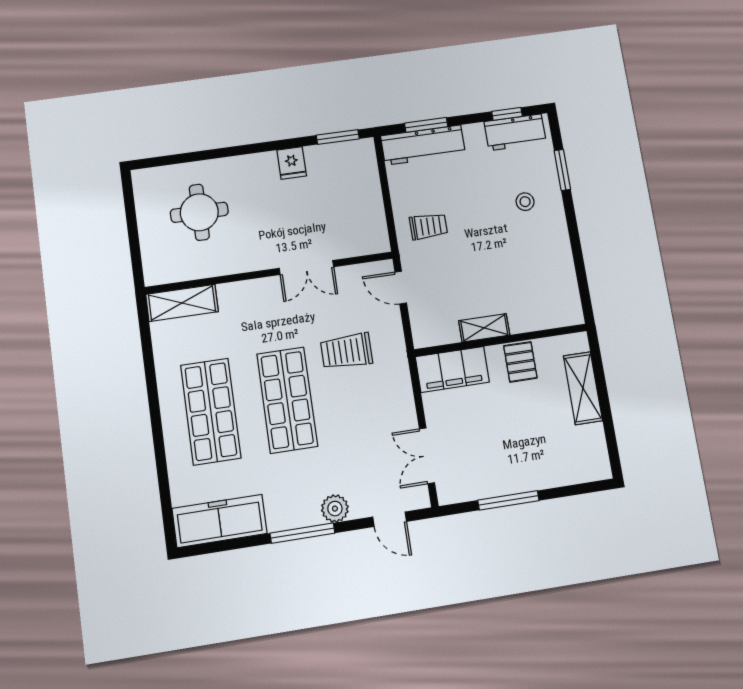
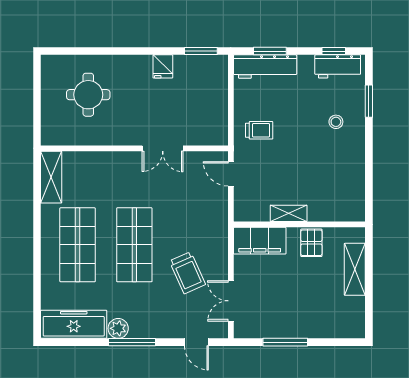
shelving: (182, 303) -> (51, 177), moved, turned 90
trolley: (346, 351) -> (187, 273), moved, turned -114
plant: (335, 509) -> (118, 328), moved

